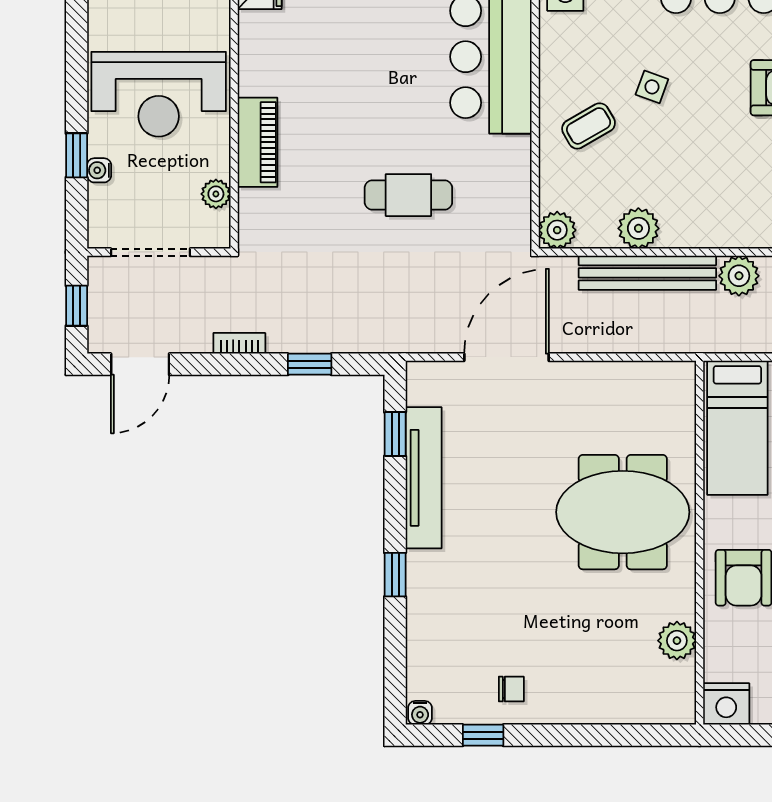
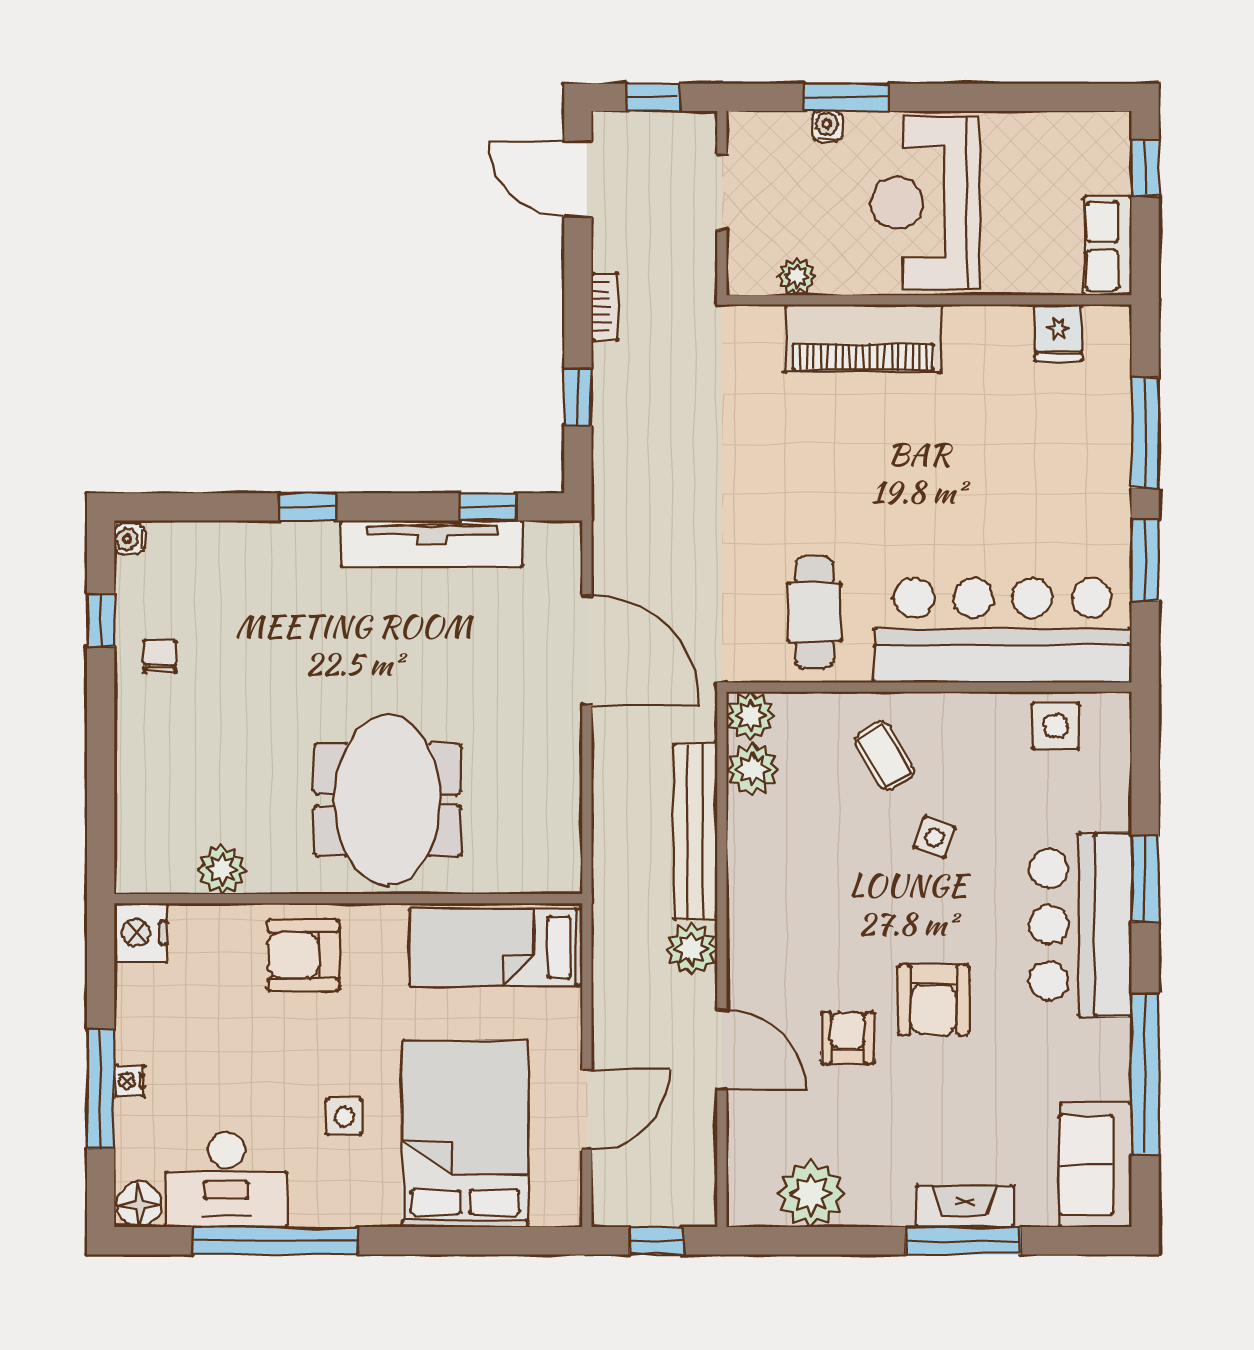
piano: (257, 142) -> (863, 338), width x1.37, depth x1.33
window: (77, 155) -> (847, 97), width x1.50
cafe table: (408, 195) -> (814, 612), moved
plant: (638, 228) -> (753, 769), moved
doorway: (150, 252) -> (722, 192), width x0.73
chair: (511, 689) -> (160, 657), turned 180

